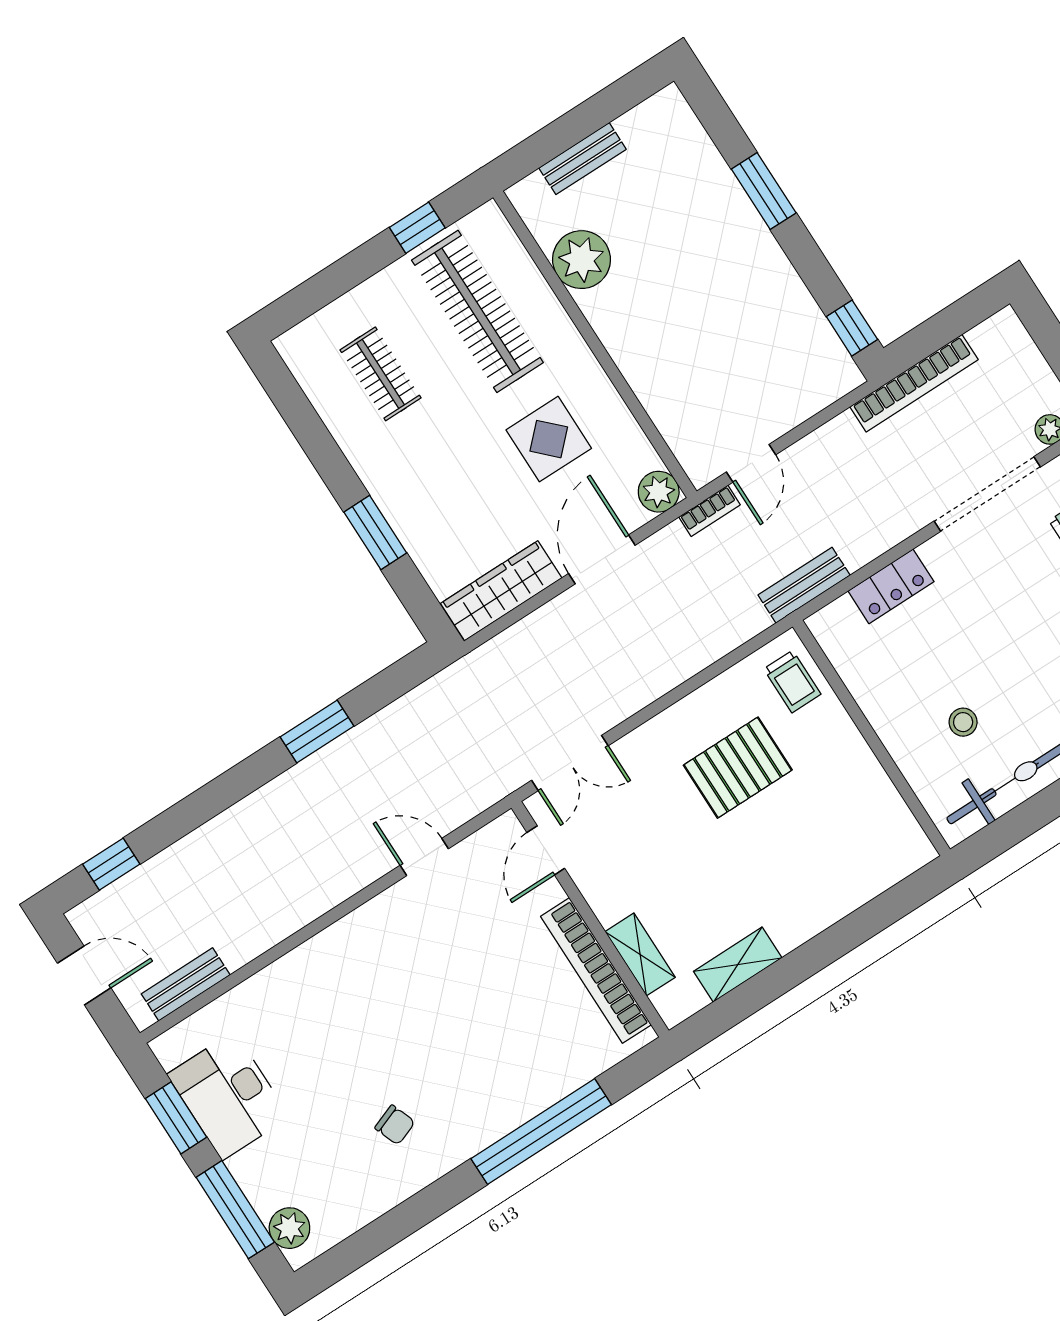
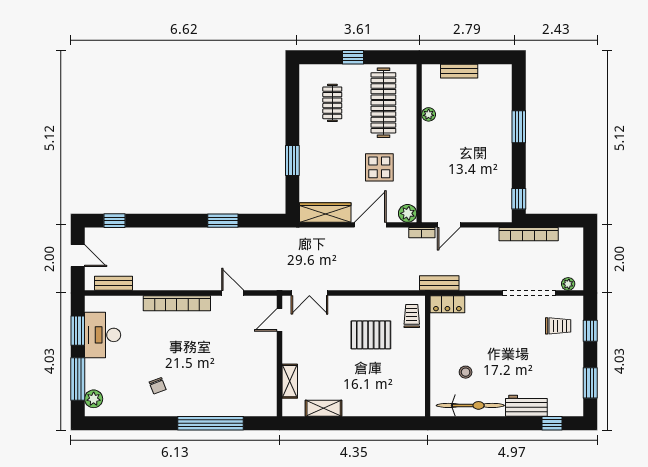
window: (417, 228) -> (353, 57), moved
plant: (581, 260) -> (429, 114), width x0.53, depth x0.53
locker: (891, 586) -> (447, 304), moved
trolley: (792, 682) -> (412, 316), turned 180
bookcase: (596, 971) -> (177, 303), moved, turned -90

